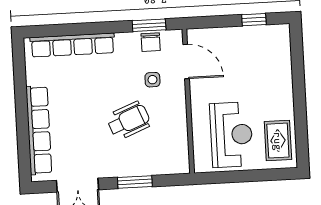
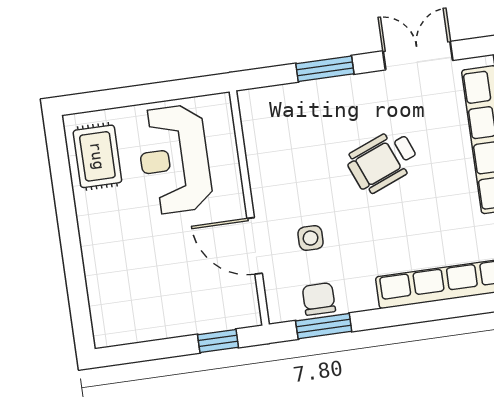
window: (254, 20) -> (218, 341), moved
door: (186, 62) -> (255, 246), moved
wheelchair: (129, 120) -> (383, 161), moved

